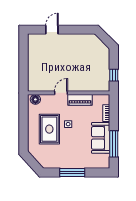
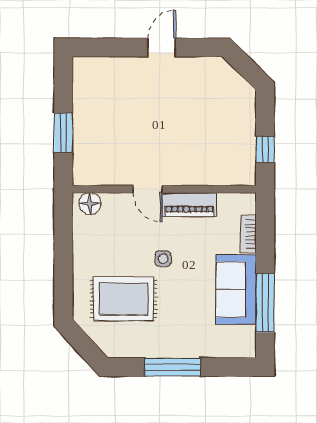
door: (52, 30) -> (162, 47), moved
window: (24, 68) -> (63, 133), added
door: (61, 93) -> (147, 189), swing flipped
rug: (49, 129) -> (124, 299), moved, turned 90

